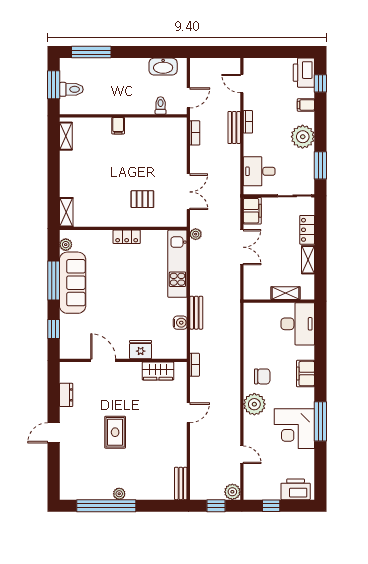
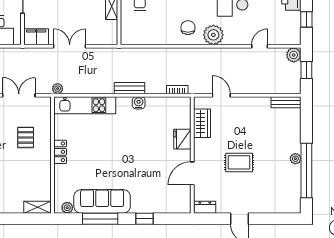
fridge: (141, 350) -> (182, 139), moved
door: (103, 360) -> (192, 173), moved
wall: (123, 360) -> (192, 155), moved
wardrobe: (158, 371) -> (202, 123), moved

